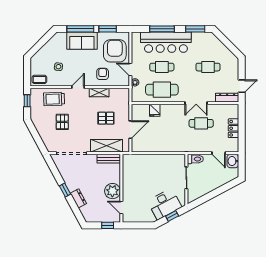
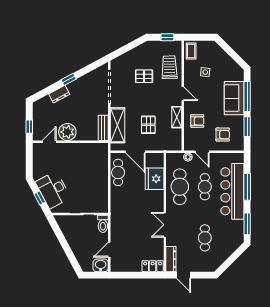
armchair: (115, 51) -> (223, 135), width x0.53, depth x0.53
door: (130, 69) -> (202, 152), swing flipped
fridge: (155, 110) -> (155, 179), width x1.88, depth x1.34
cafe table: (201, 123) -> (118, 172), moved
locker: (233, 128) -> (153, 266), moved

